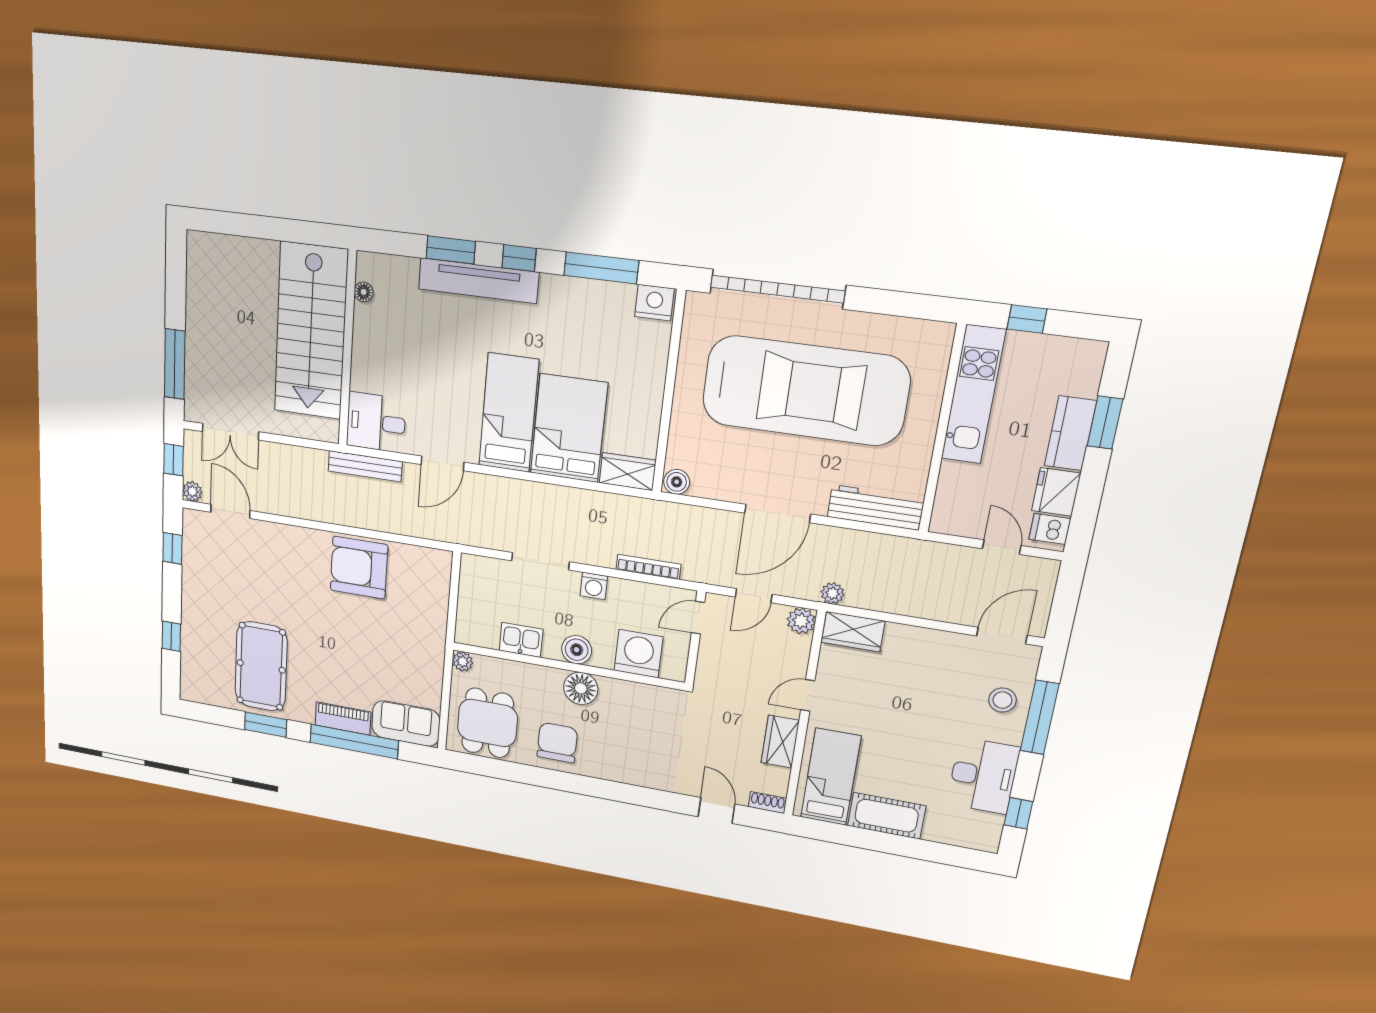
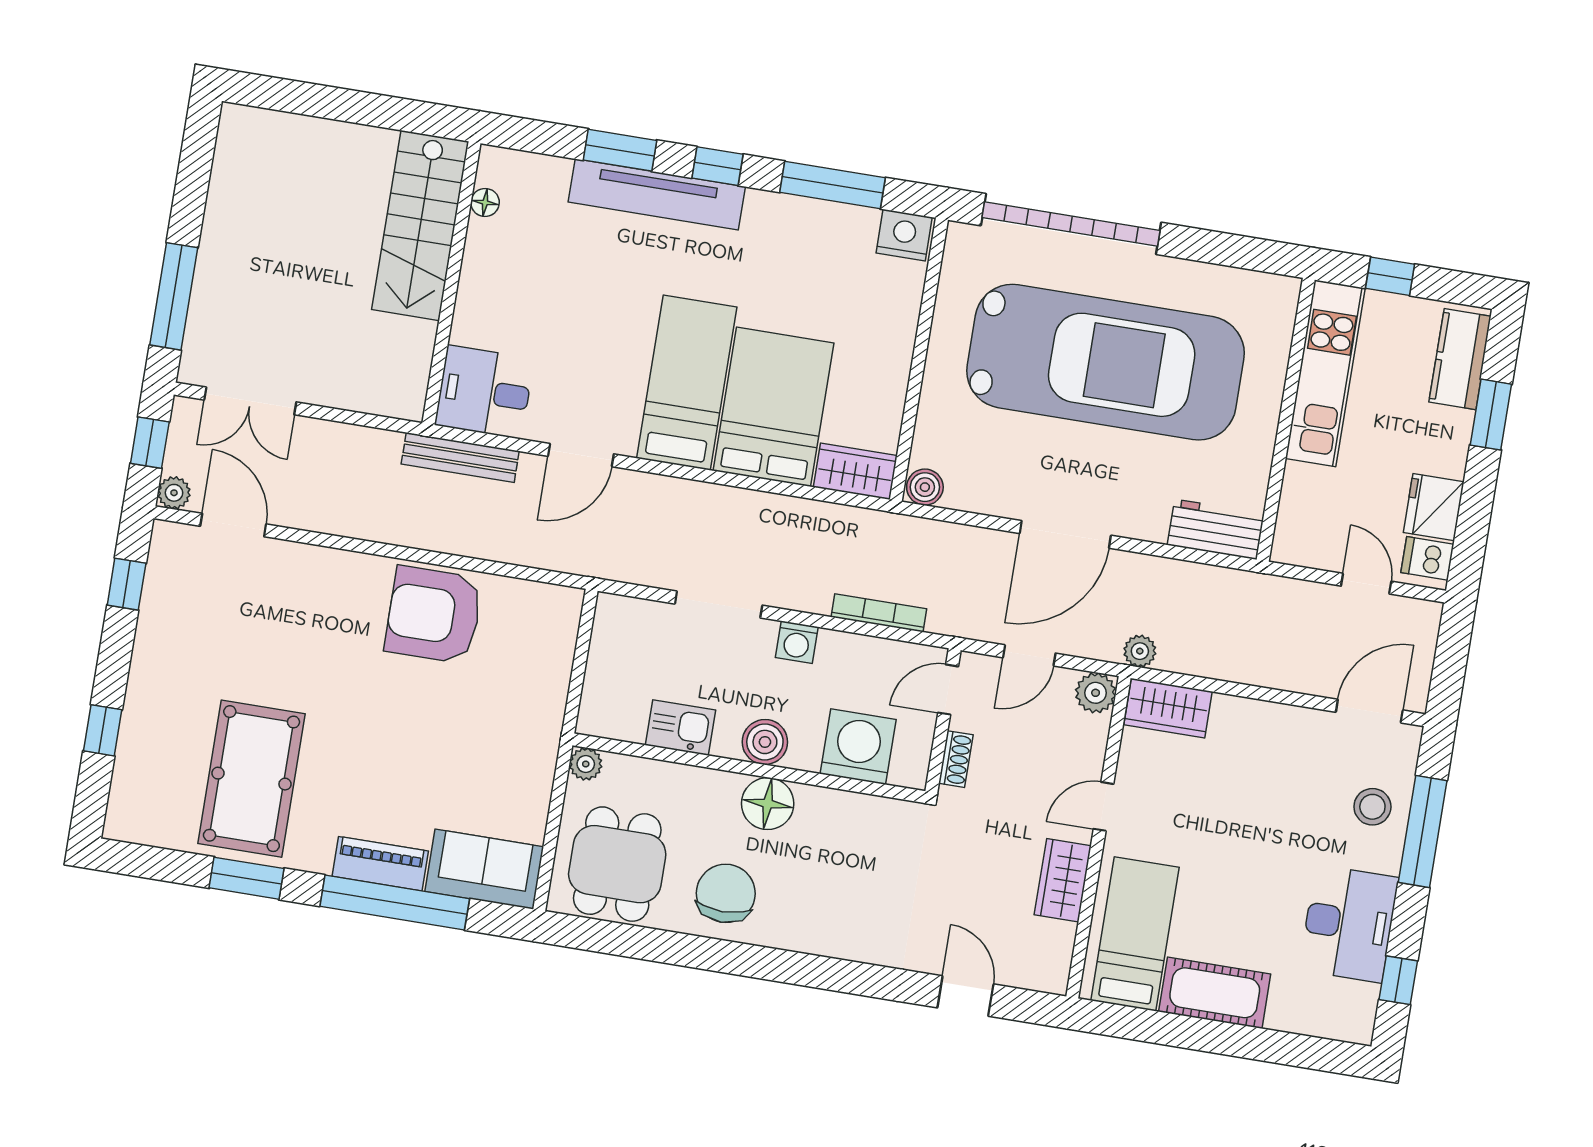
stairs: (311, 331) -> (420, 225), width x0.73, depth x0.66
kitchen counter: (1070, 433) -> (1460, 359), moved
workbench: (876, 507) -> (1216, 529), width x0.73
shoe rack: (767, 803) -> (956, 759), moved, turned 90

